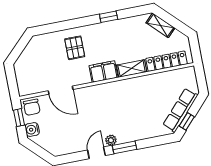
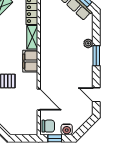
door: (61, 90) -> (39, 100), hinge flipped
plant: (111, 140) -> (88, 43), moved
door: (96, 153) -> (96, 95), moved

